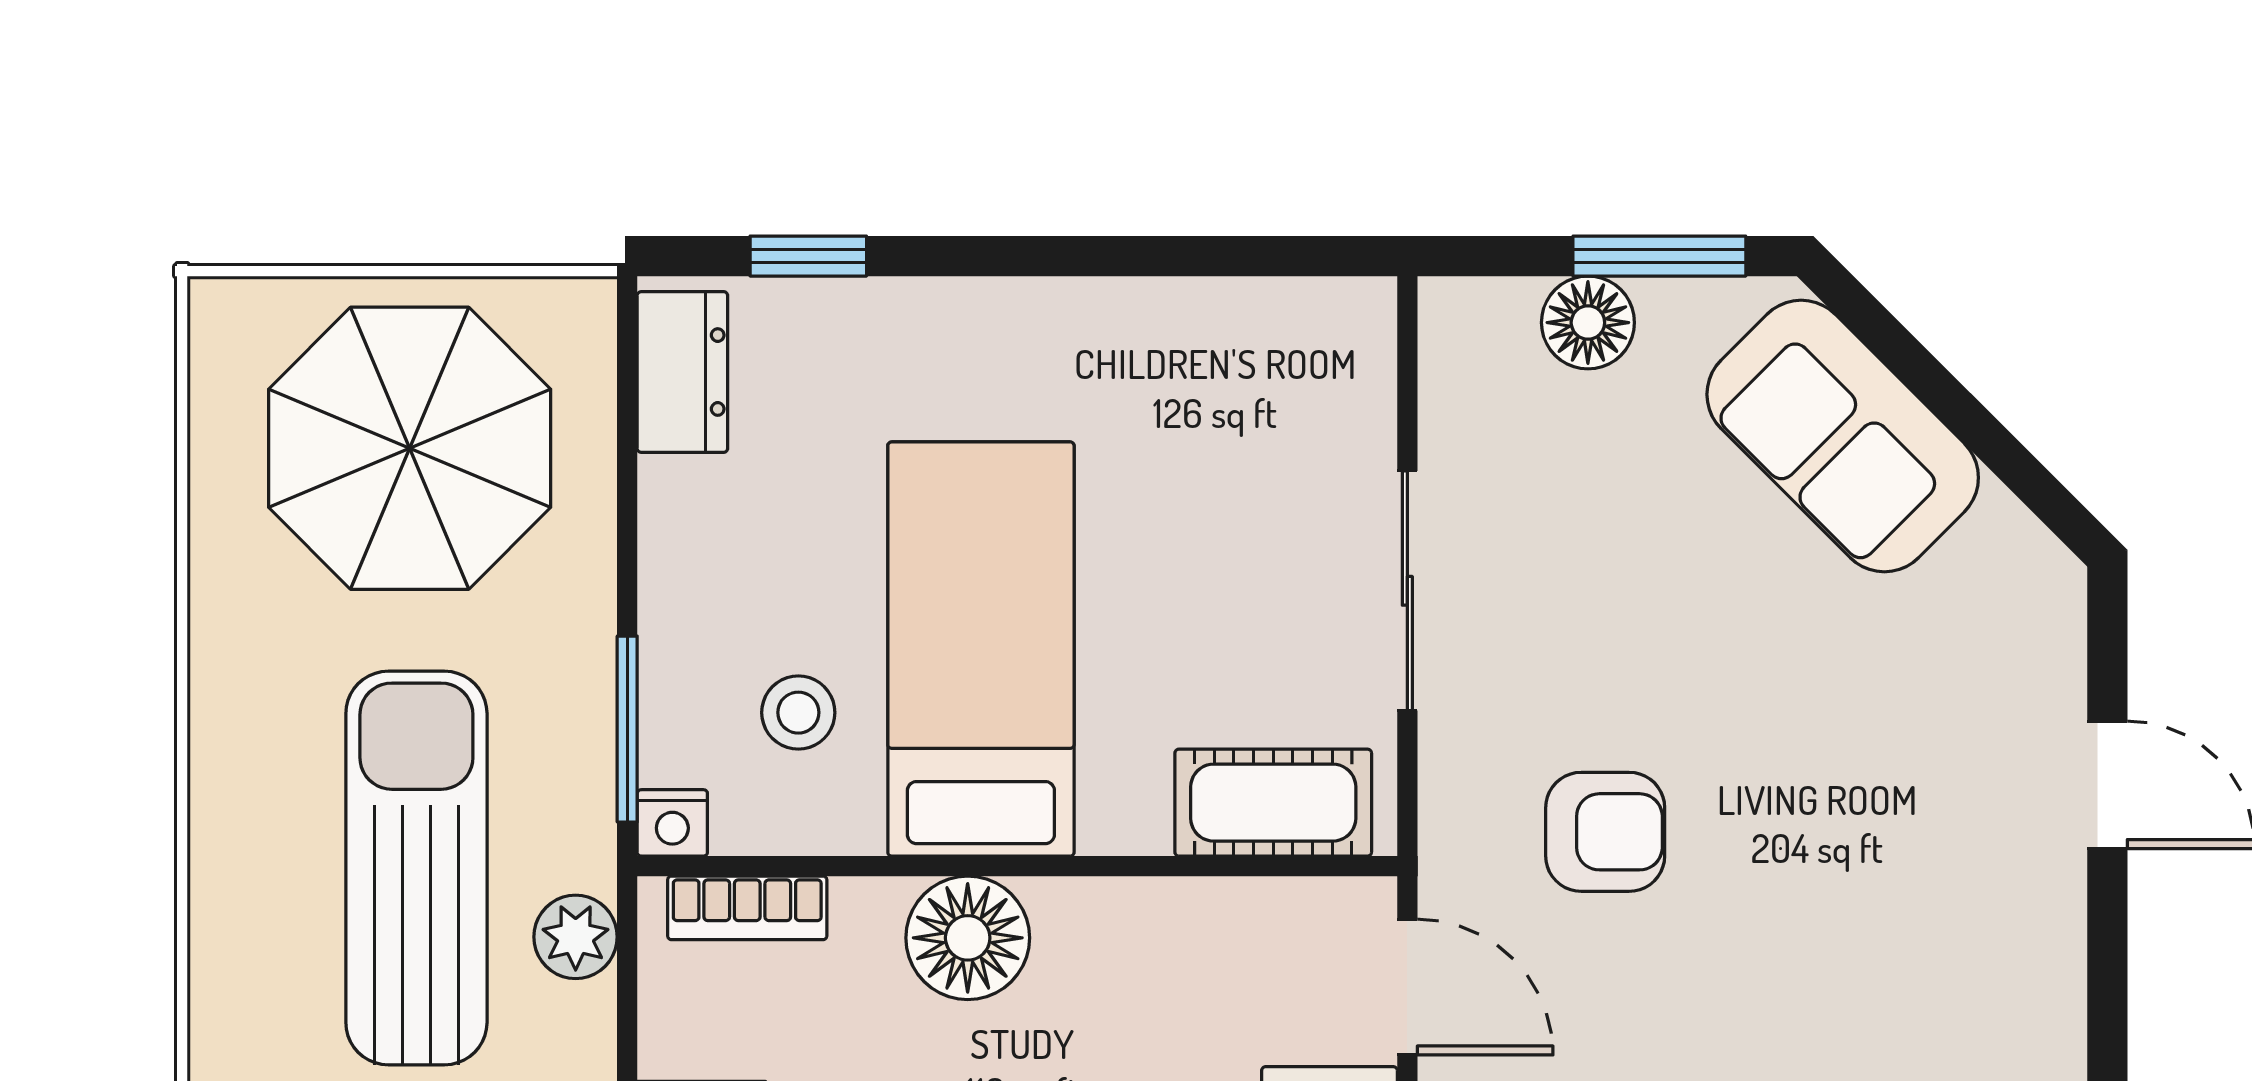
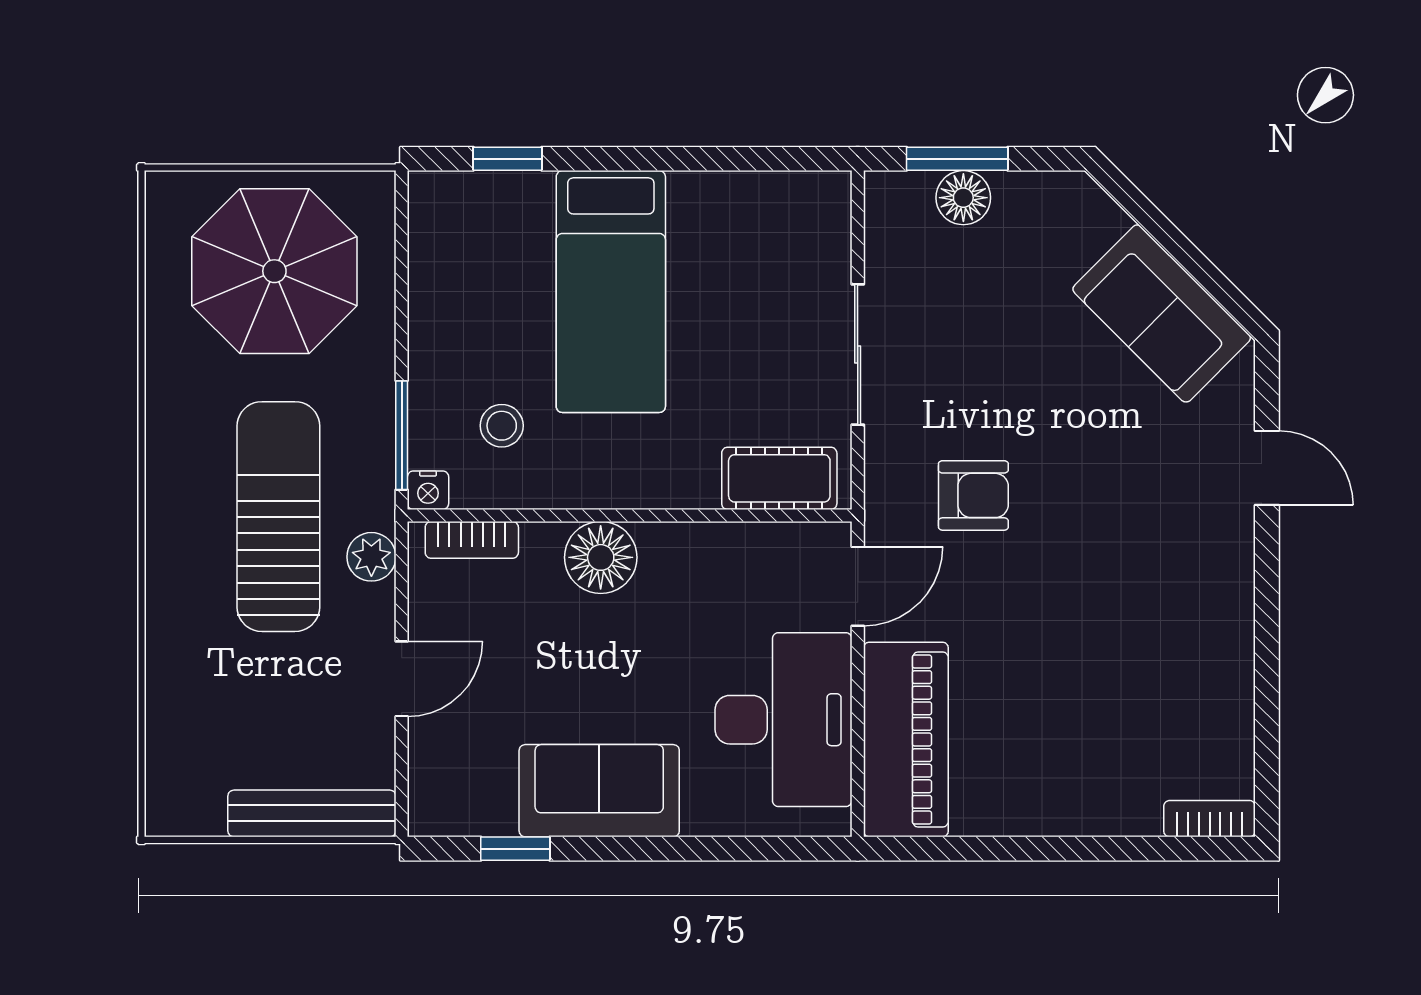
window: (1659, 256) -> (957, 159), moved
dresser: (682, 372) -> (434, 227), removed
sofa: (1843, 436) -> (1162, 313), moved
bed: (981, 649) -> (611, 292), moved, turned 180
door: (1407, 987) -> (858, 586), hinge flipped

